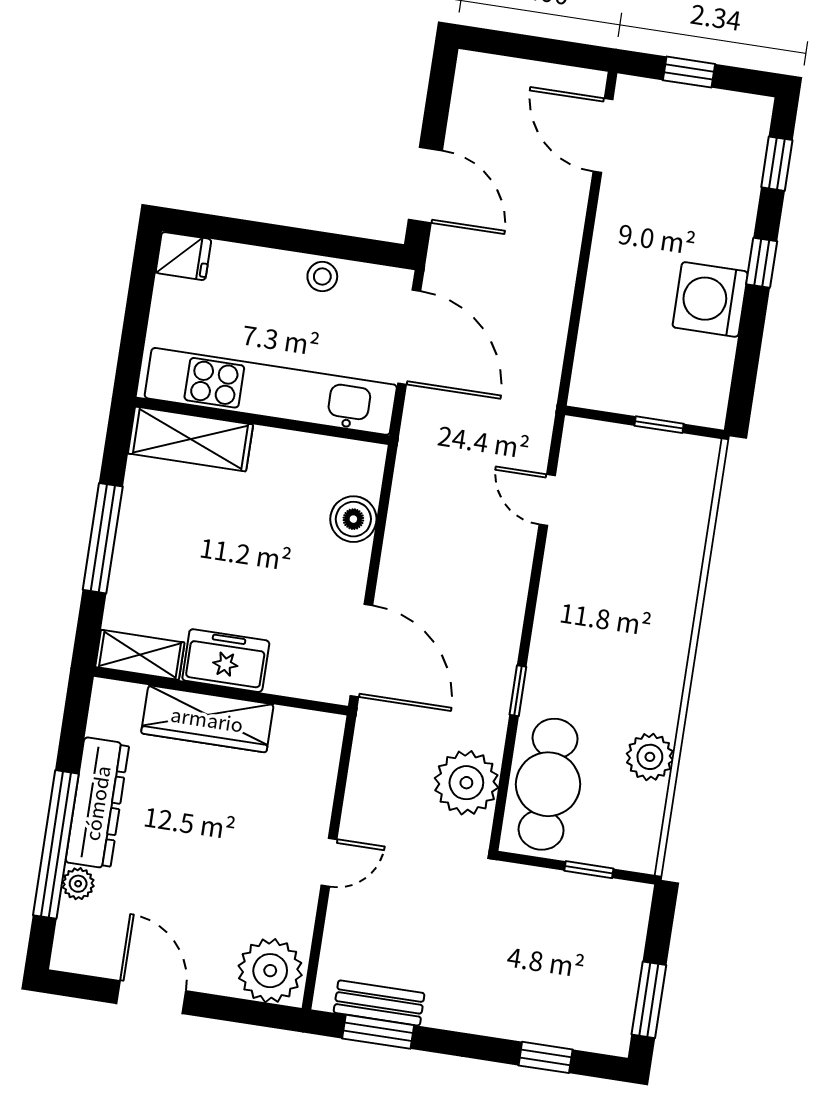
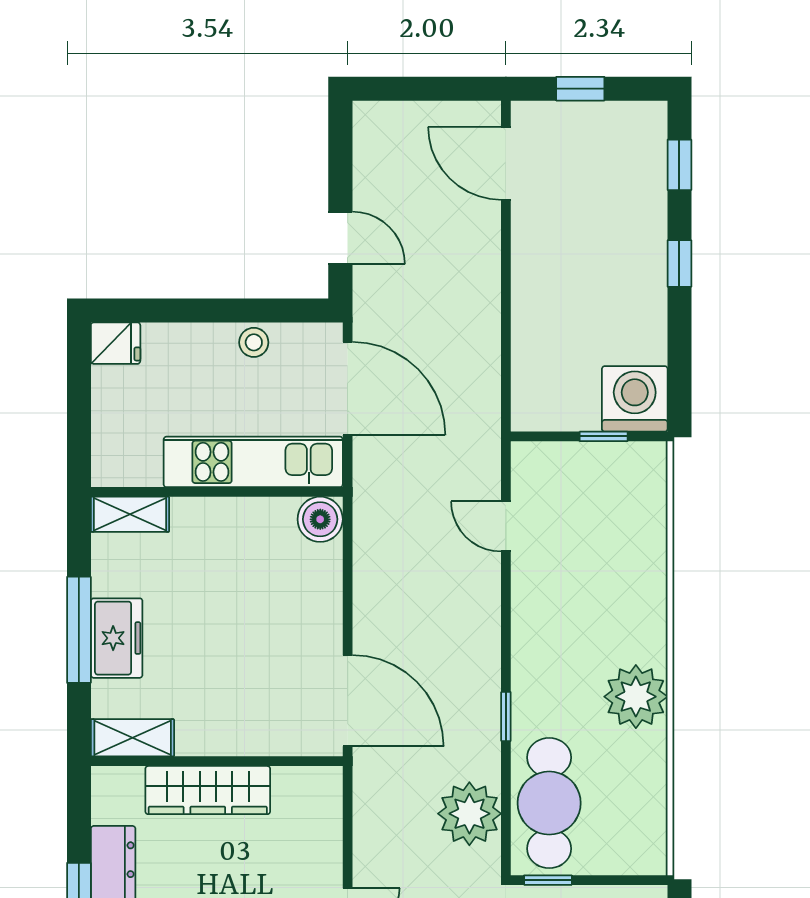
door: (425, 185) -> (340, 238), width x0.73
washing machine: (710, 299) -> (635, 399), moved, turned 90
kitchen unit: (271, 391) -> (253, 462), width x0.73
shelving: (190, 439) -> (130, 514), width x0.67, depth x0.75
boiler: (353, 519) -> (320, 519), moved
freezer: (226, 661) -> (117, 638), moved, turned 90
plant: (650, 757) -> (636, 697), moved, width x1.36, depth x1.36
window: (589, 870) -> (548, 880), moved

